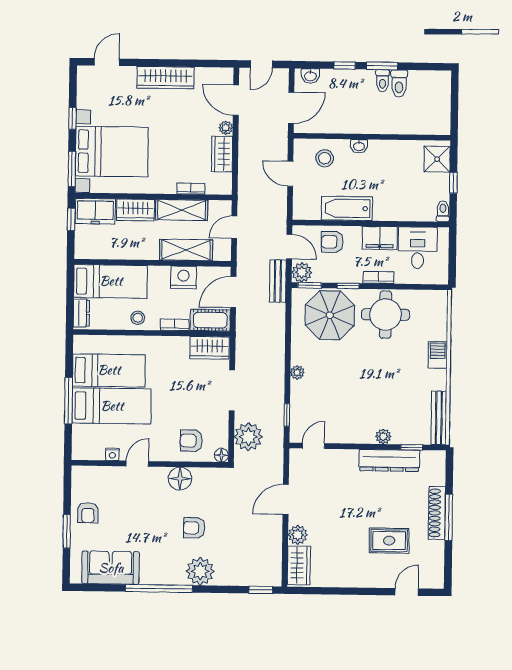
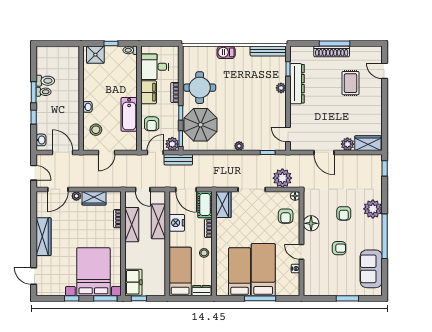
wardrobe: (135, 210) -> (132, 256), removed
armchair: (88, 513) -> (339, 248), moved

